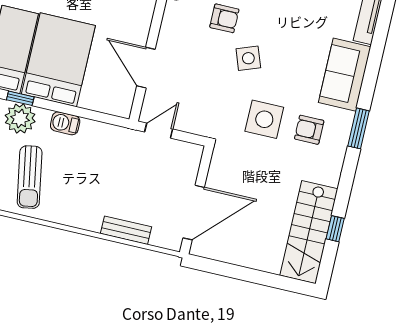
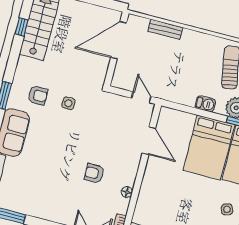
side table: (248, 58) -> (78, 145), removed
side table: (264, 119) -> (68, 103), width x0.54, depth x0.54
door: (159, 131) -> (141, 97), swing flipped

